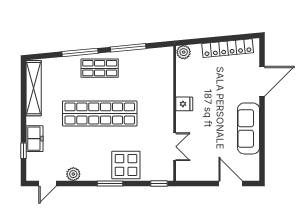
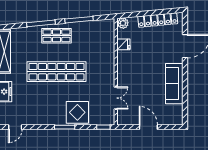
fridge: (184, 104) -> (123, 44), moved
plant: (73, 174) -> (36, 120), removed
door: (231, 184) -> (148, 127), moved

